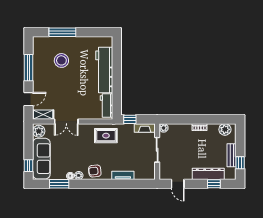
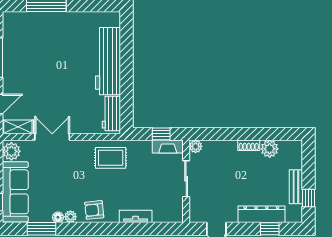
stool: (61, 60) -> (45, 47), removed
window: (130, 119) -> (161, 134), moved
double door: (66, 121) -> (52, 137), swing flipped
plant: (225, 129) -> (270, 149), moved

